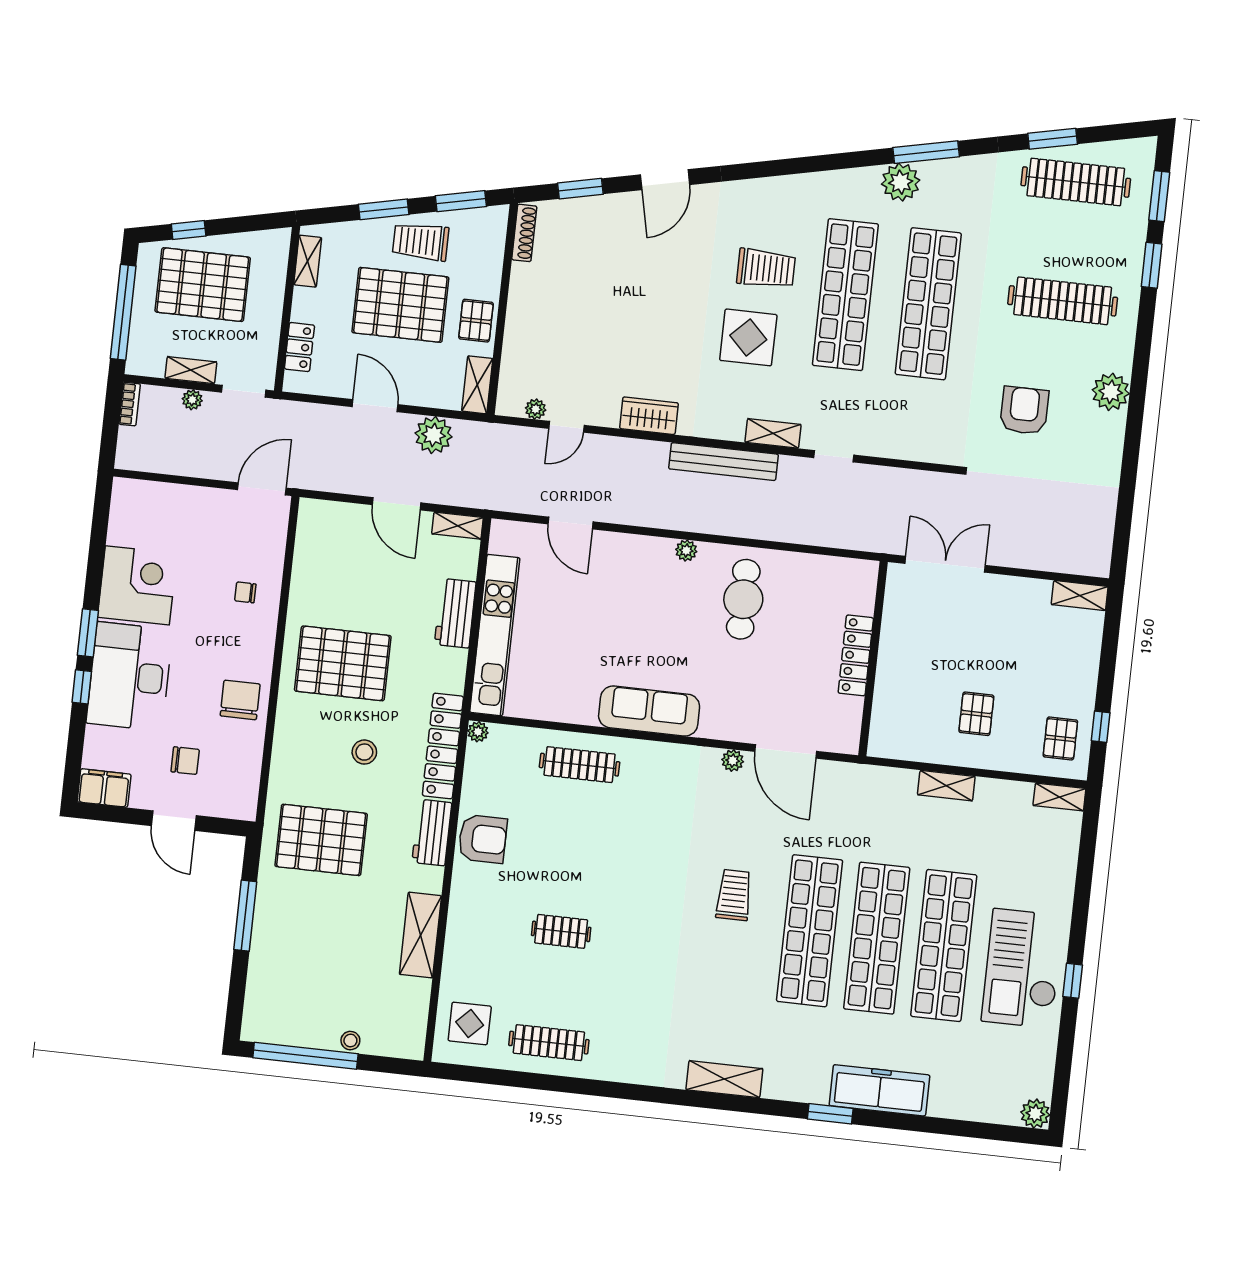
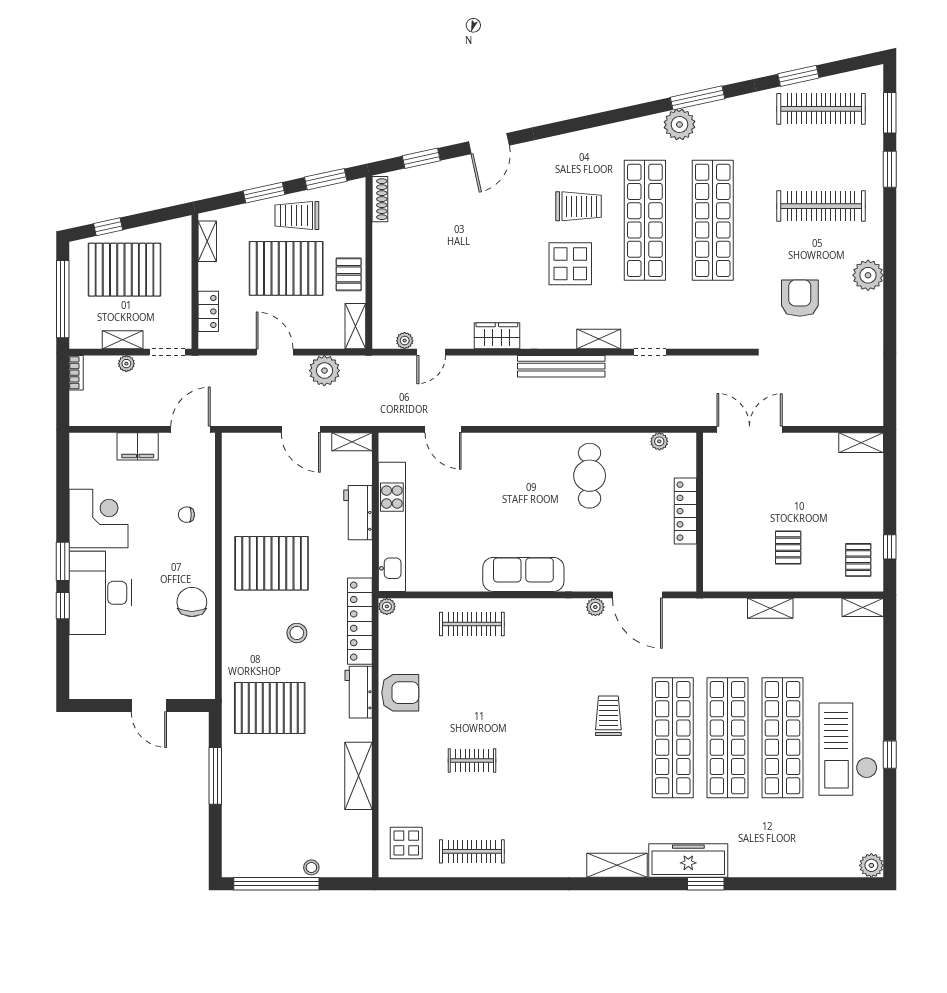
plant: (686, 550) -> (659, 441), moved
chair: (185, 761) -> (153, 656), removed
filing cabinet: (104, 788) -> (138, 446), moved, turned 180
freezer: (879, 1090) -> (688, 860), moved

